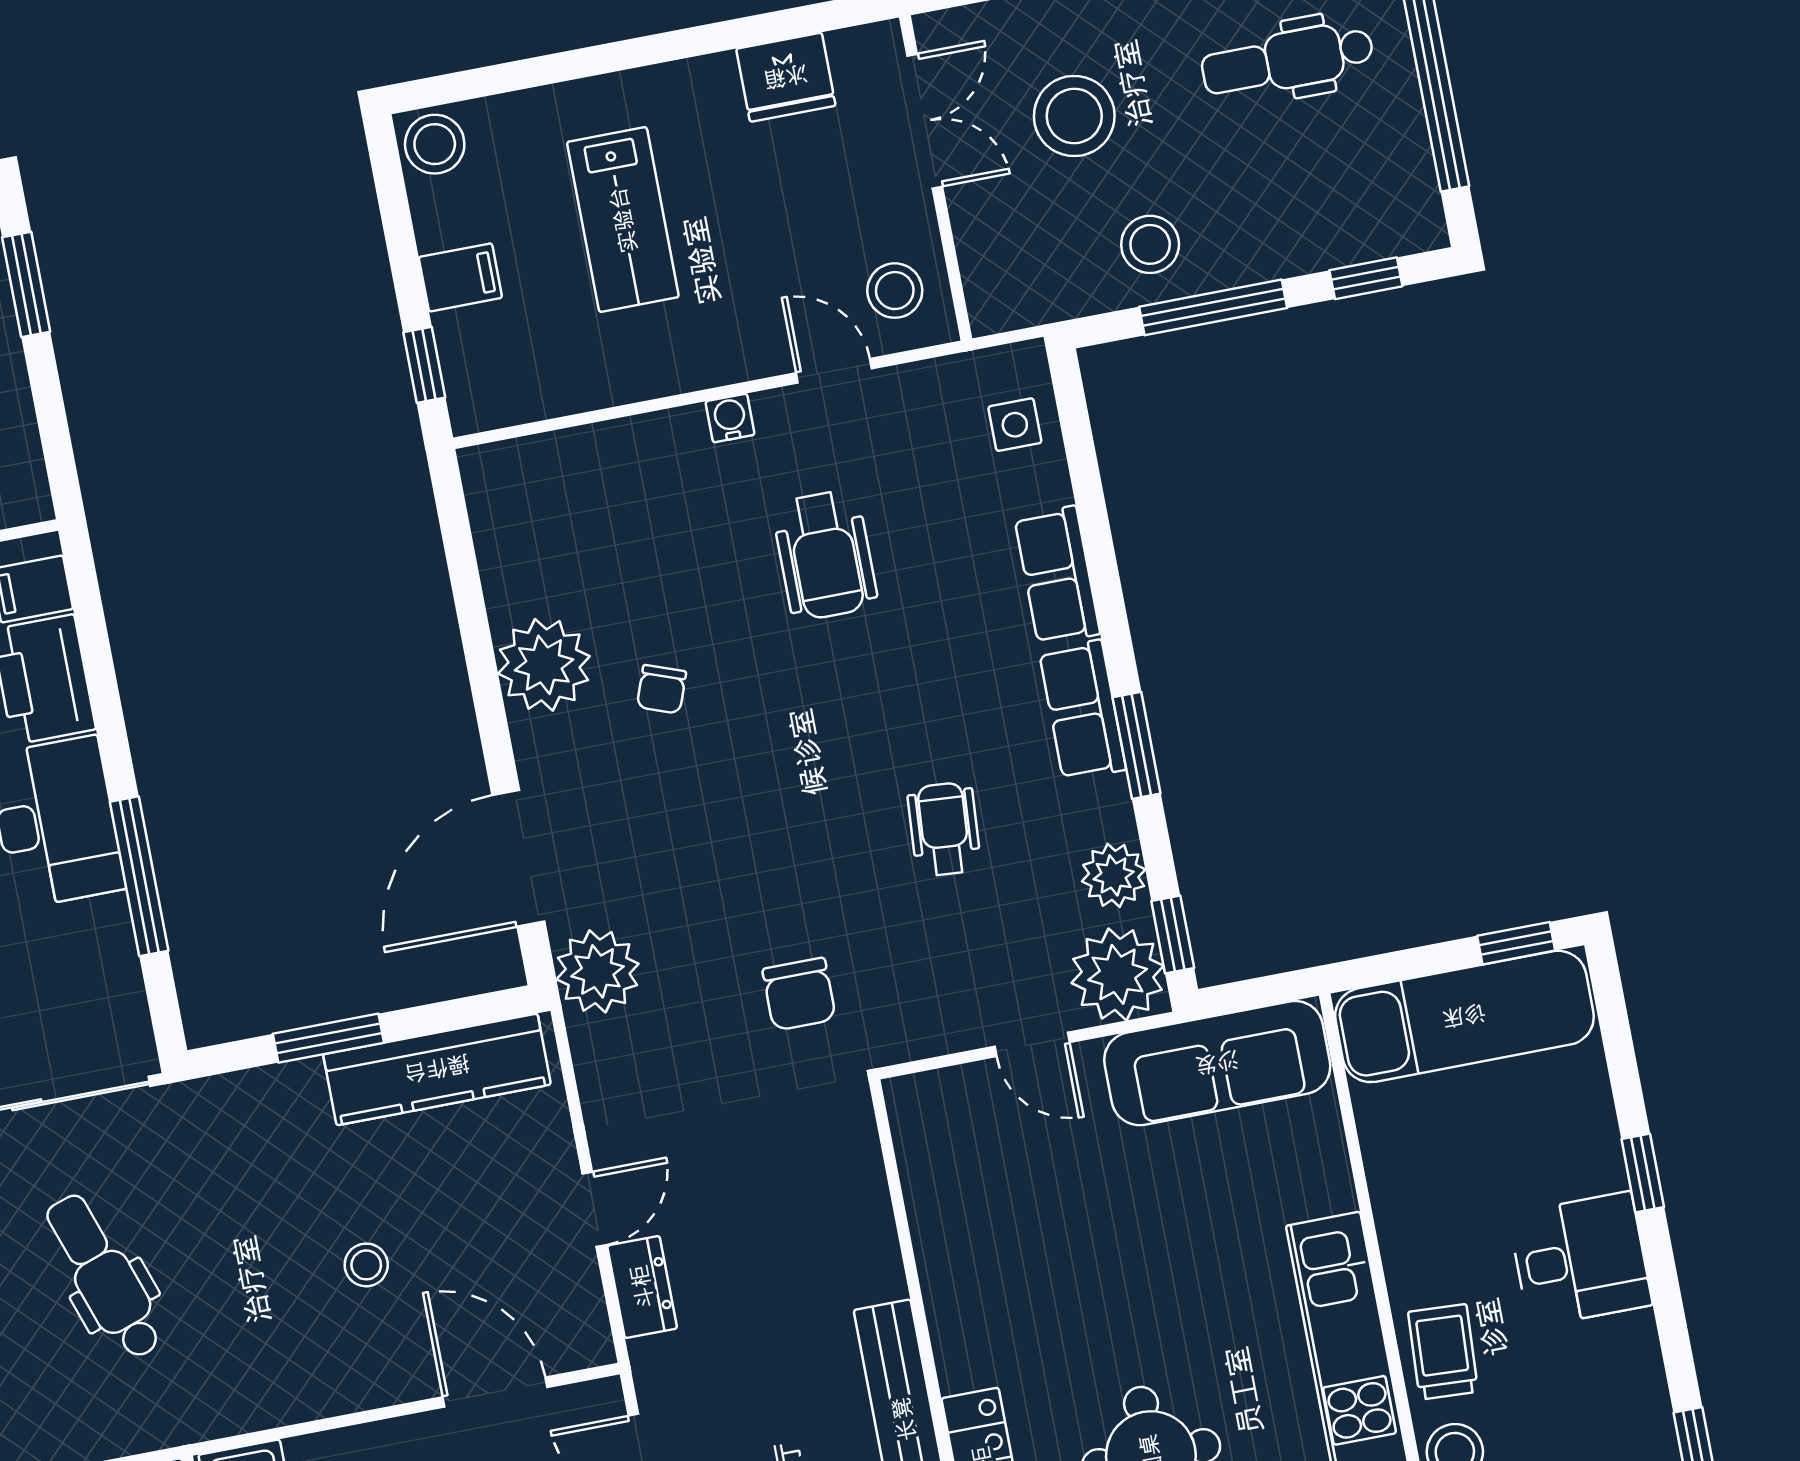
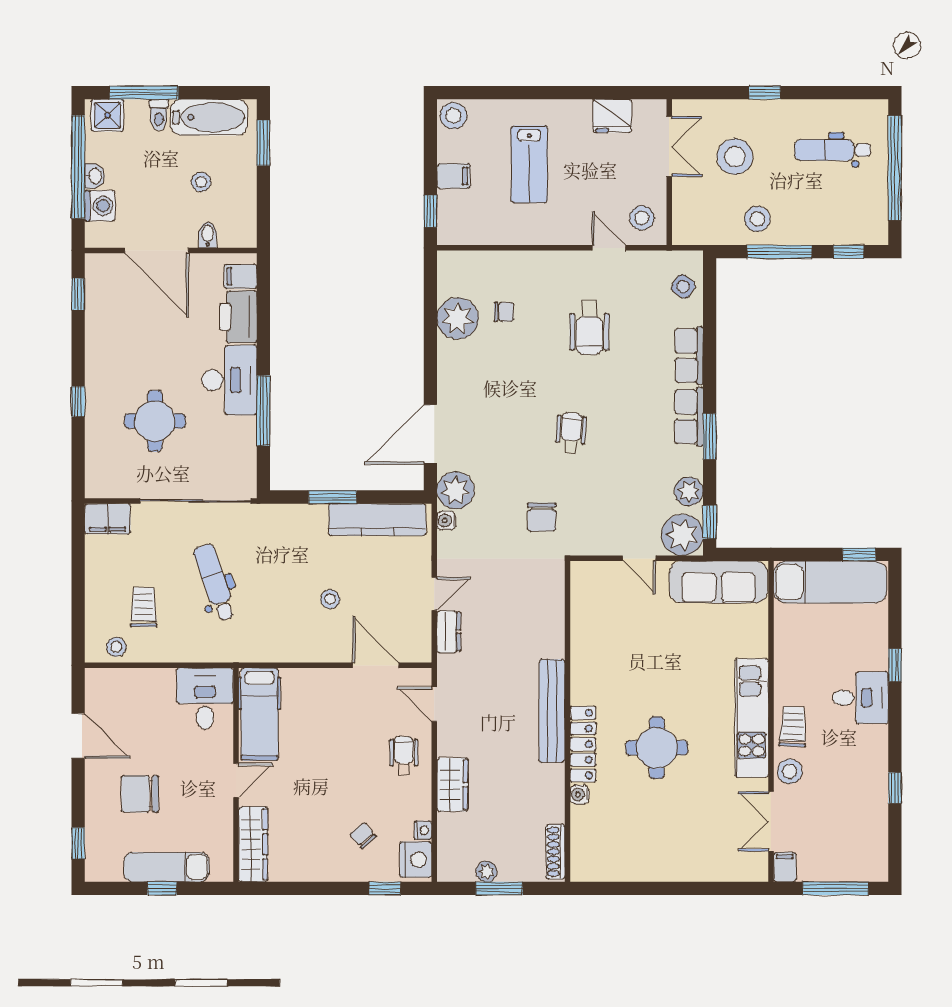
water cooler: (730, 418) -> (446, 520), moved, turned -90
side table: (1015, 425) -> (683, 286), turned 35
plant: (544, 665) -> (458, 318), moved
chair: (661, 689) -> (504, 312), moved, turned -110
wheelchair: (944, 829) -> (571, 433), moved

